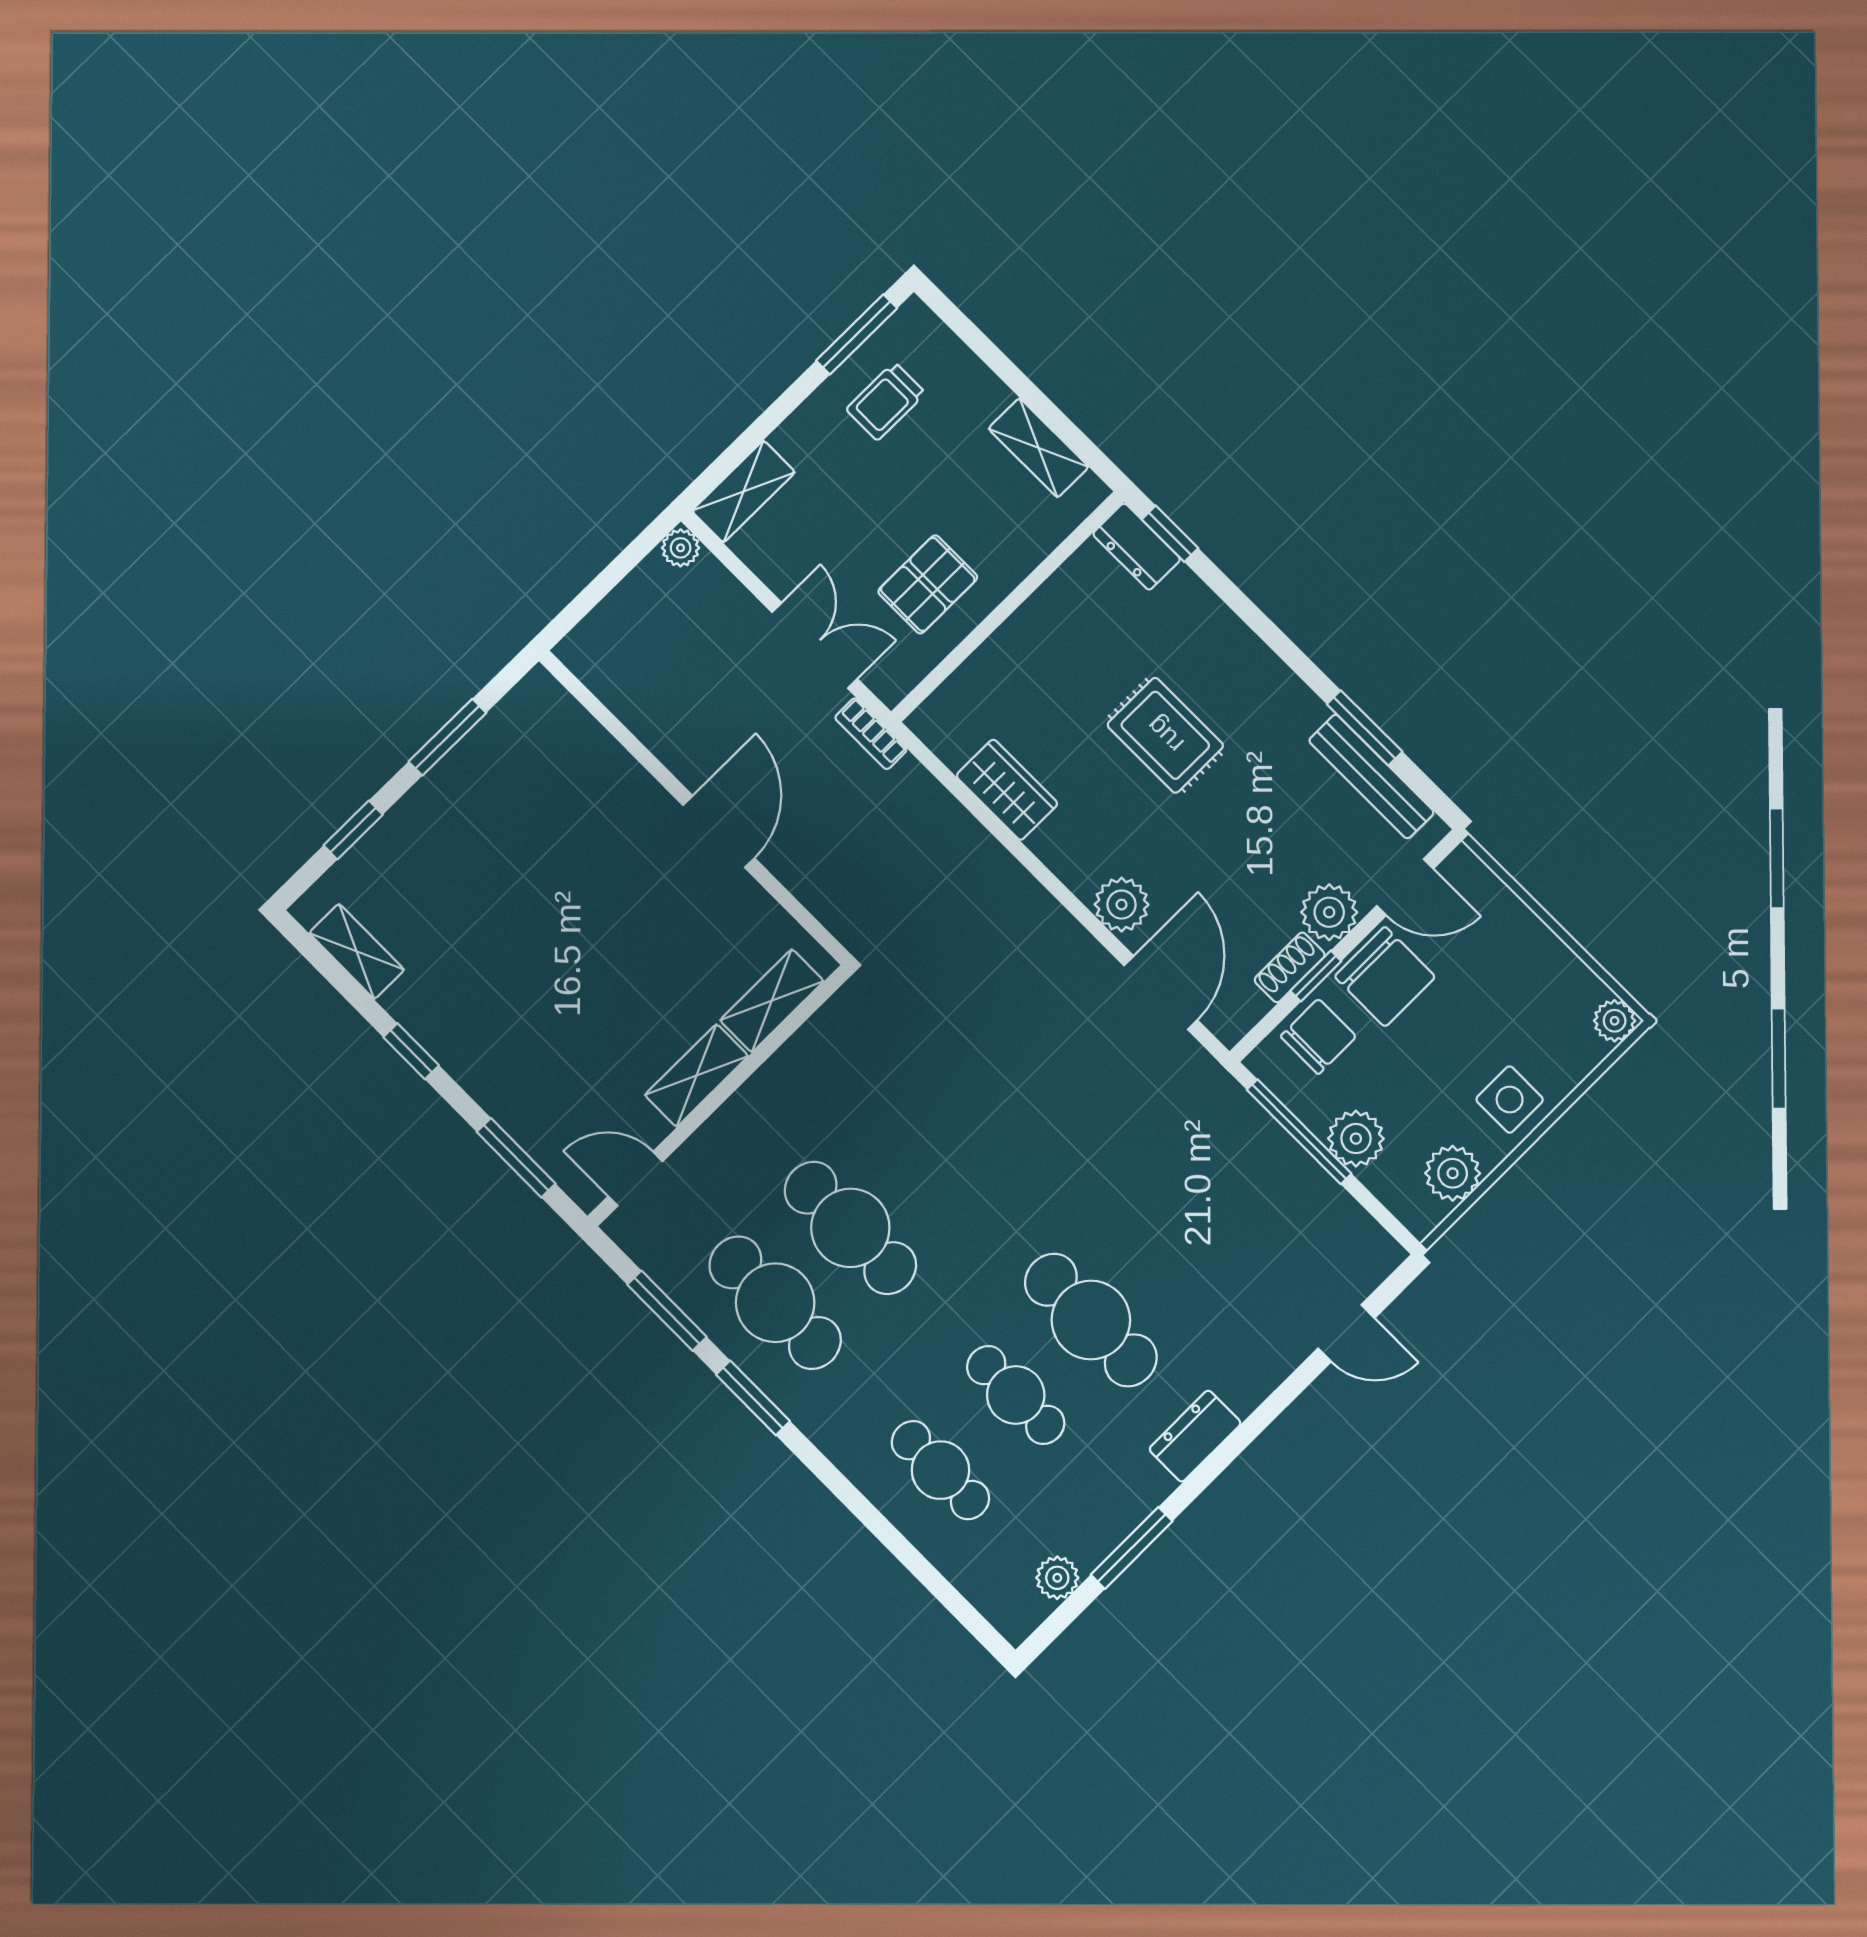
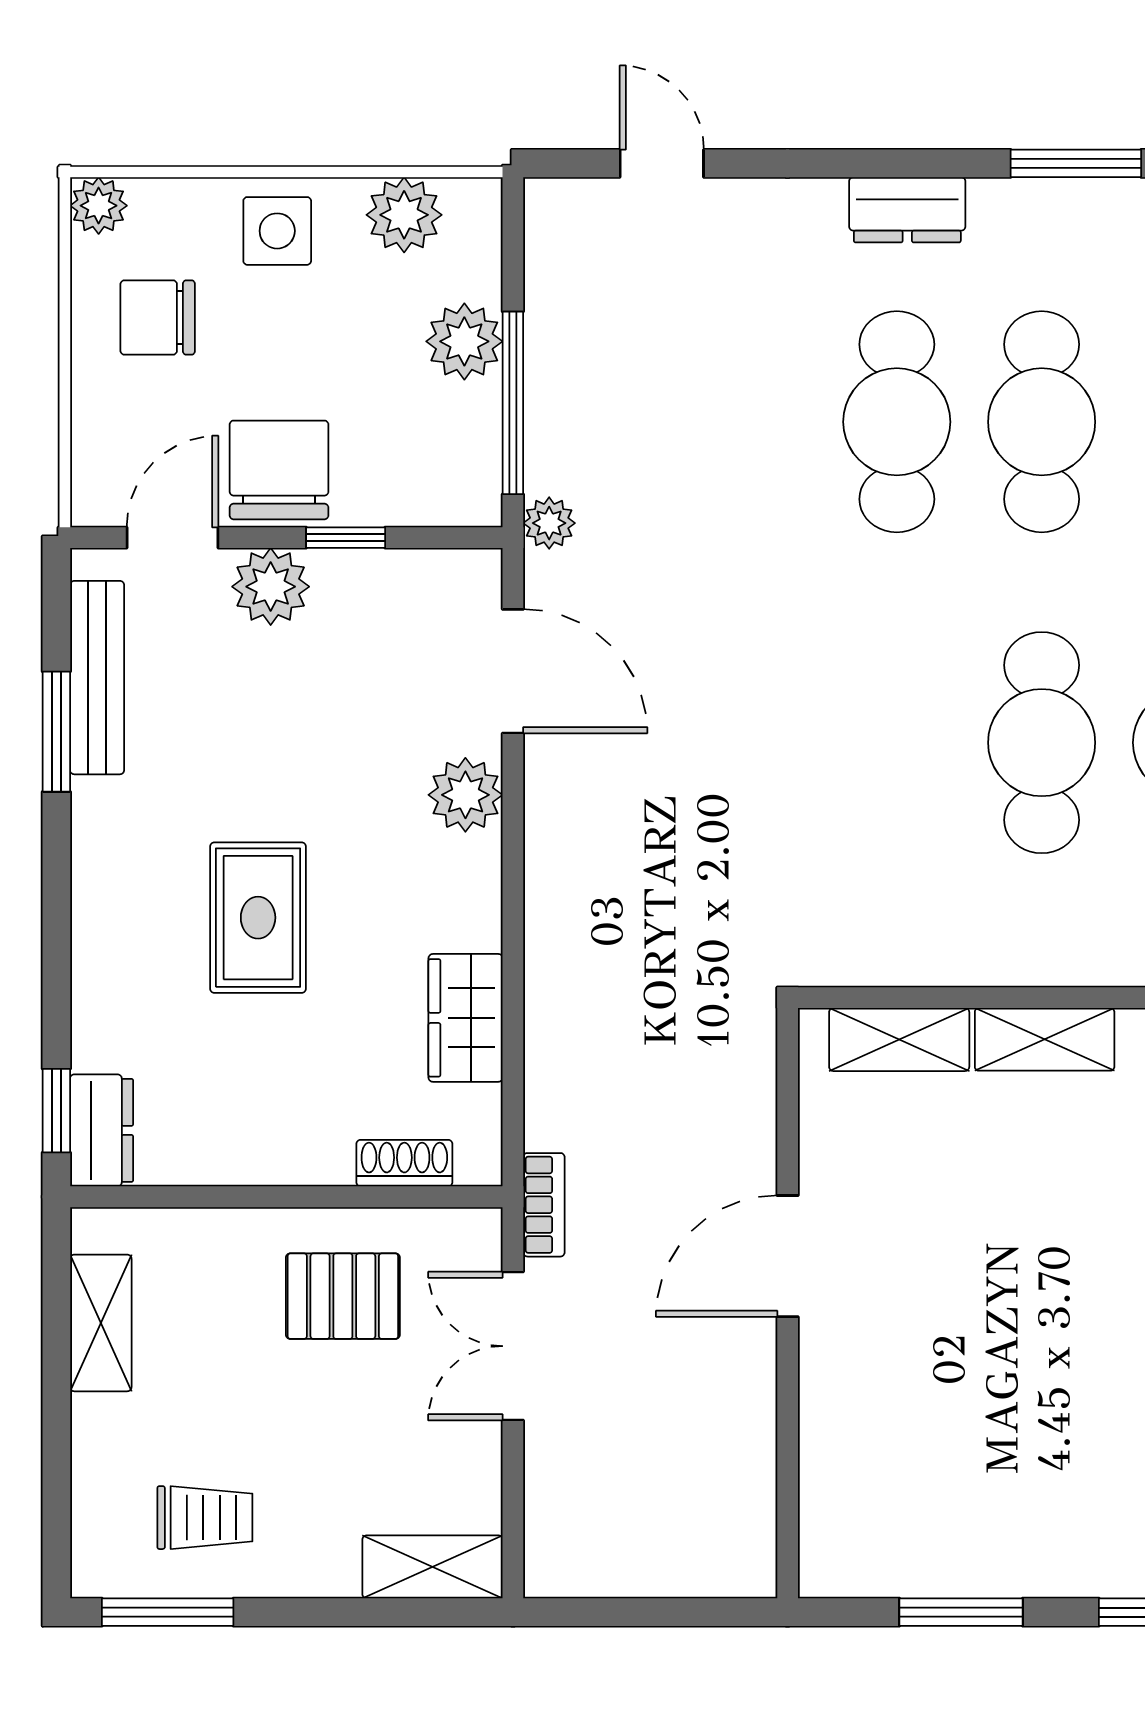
plant: (681, 548) -> (549, 523), moved
door: (1405, 887) -> (172, 538), hinge flipped
shoe rack: (1290, 967) -> (404, 1163), moved, turned 180
door: (1161, 993) -> (513, 671), swing flipped
chair: (1318, 1036) -> (158, 318), moved
cafe table: (1016, 1395) -> (1042, 422), width x1.37, depth x1.35

